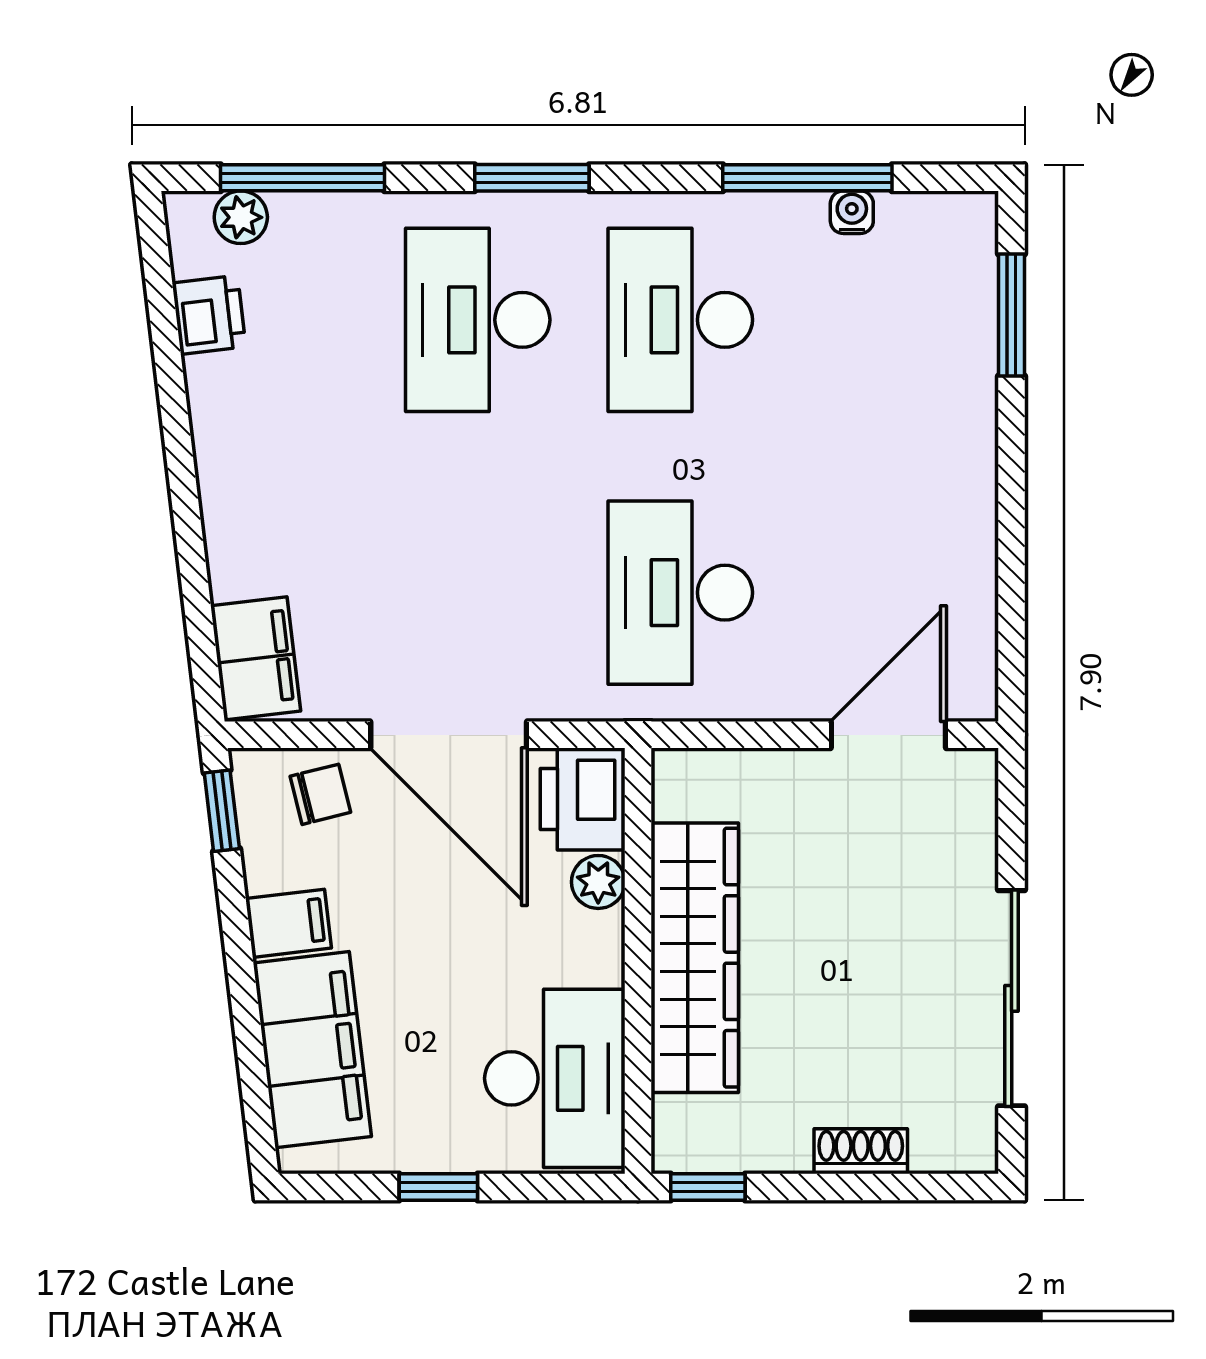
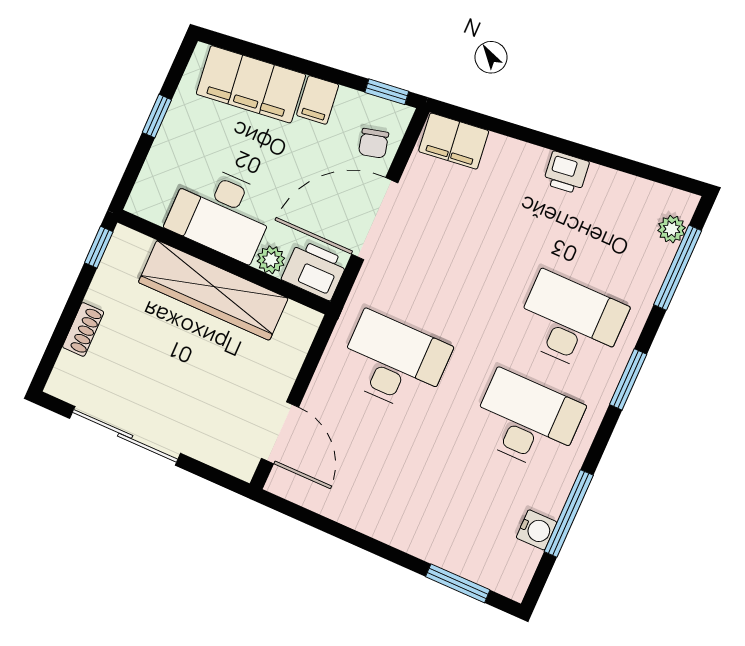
water cooler: (852, 212) -> (537, 530), width x1.38, depth x1.38
printer: (209, 315) -> (566, 173), moved
desk: (555, 1078) -> (221, 212), moved

